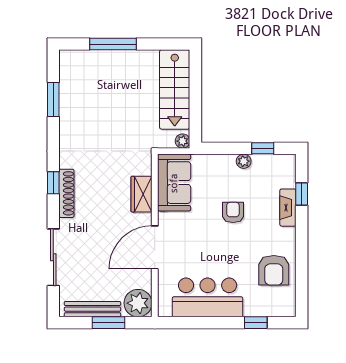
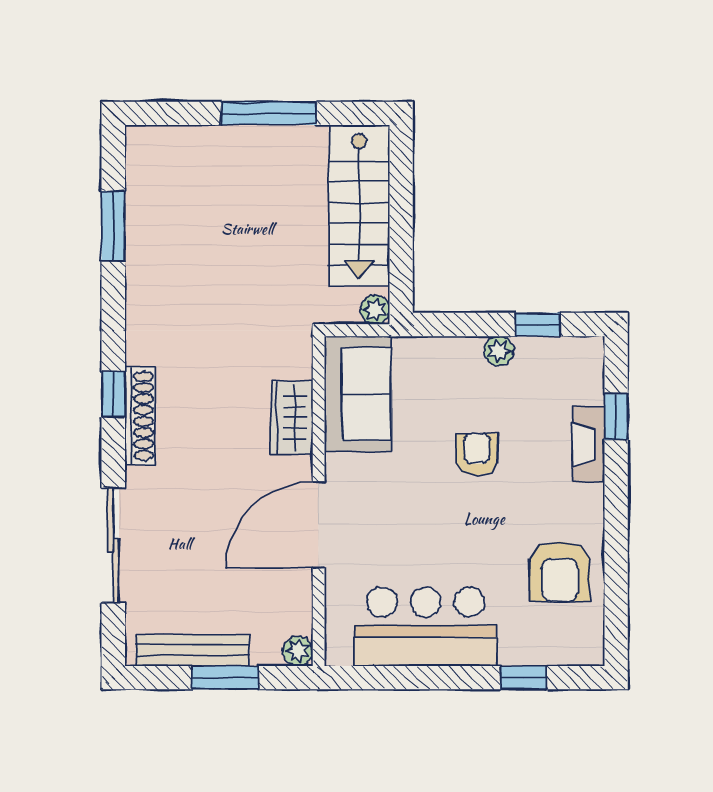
window: (113, 44) -> (269, 113), moved
plant: (138, 303) -> (298, 651), width x0.53, depth x0.53

